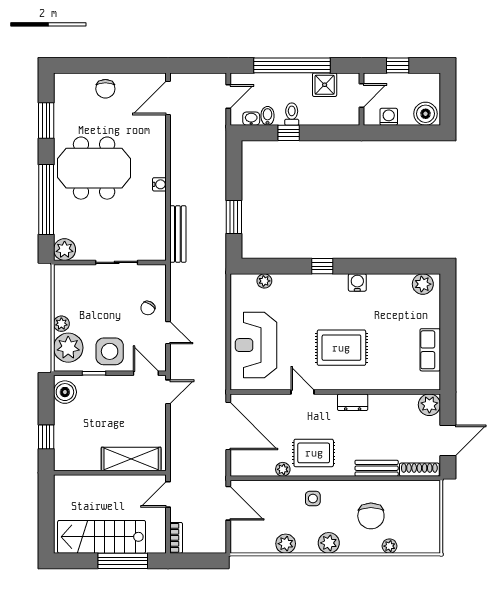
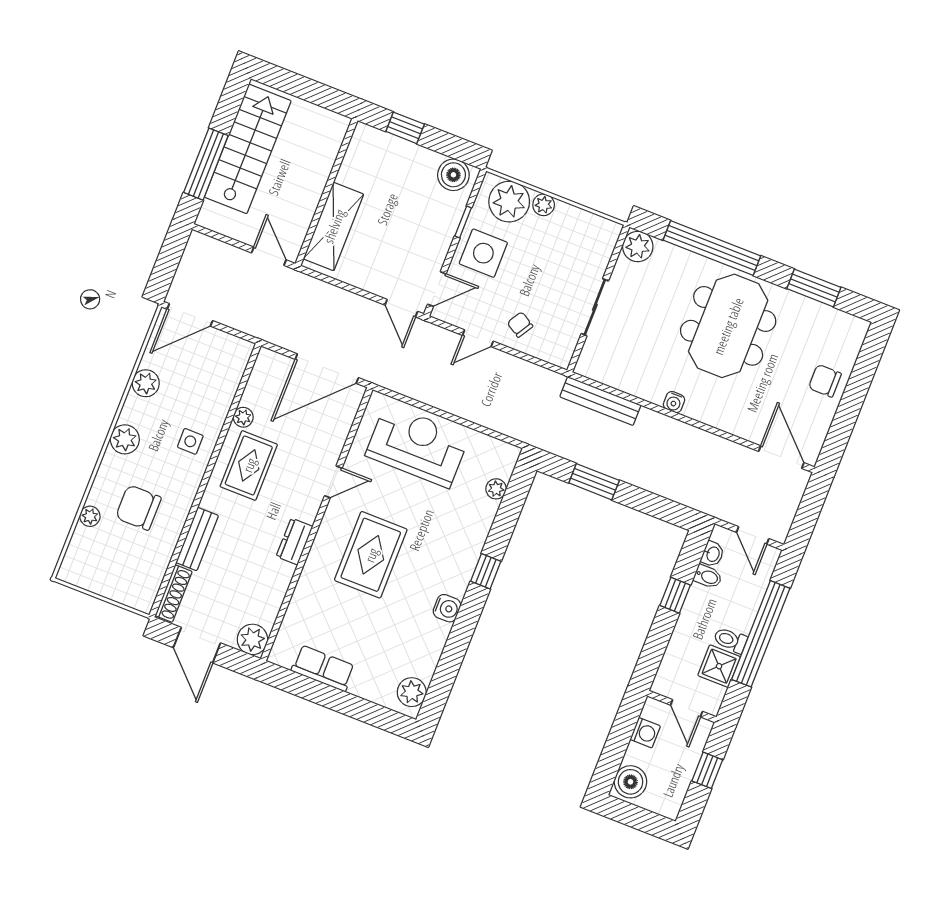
toilet: (292, 114) -> (730, 640), moved, turned 180
door: (228, 503) -> (190, 315), moved
bookcase: (176, 538) -> (209, 245), removed

